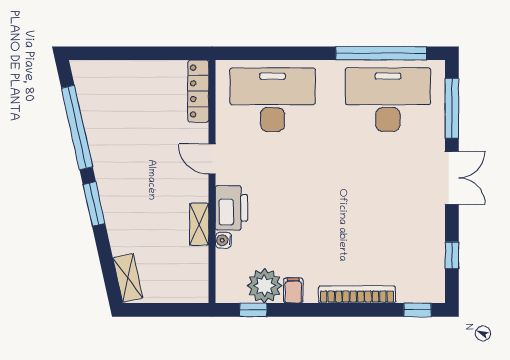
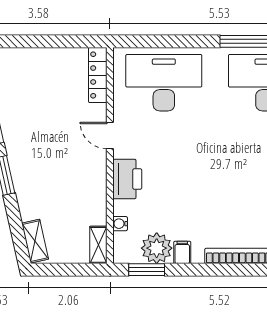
shelving: (199, 224) -> (98, 245), moved
water cooler: (223, 240) -> (120, 224), moved
window: (253, 310) -> (147, 270), width x1.50

